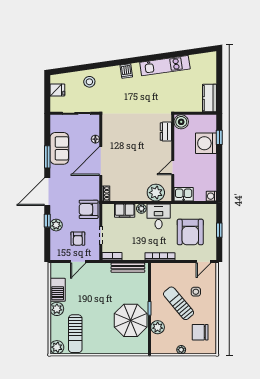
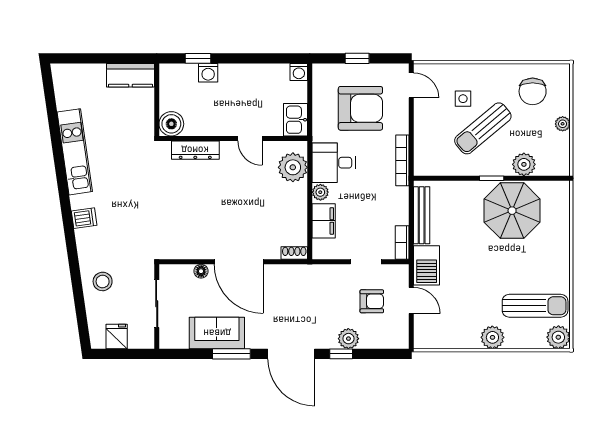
dresser: (166, 132) -> (195, 150), width x1.44
washing machine: (206, 143) -> (208, 73), width x0.53, depth x0.53
armchair: (89, 209) -> (322, 283), removed
barbecue: (58, 290) -> (427, 265), moved, turned 90

